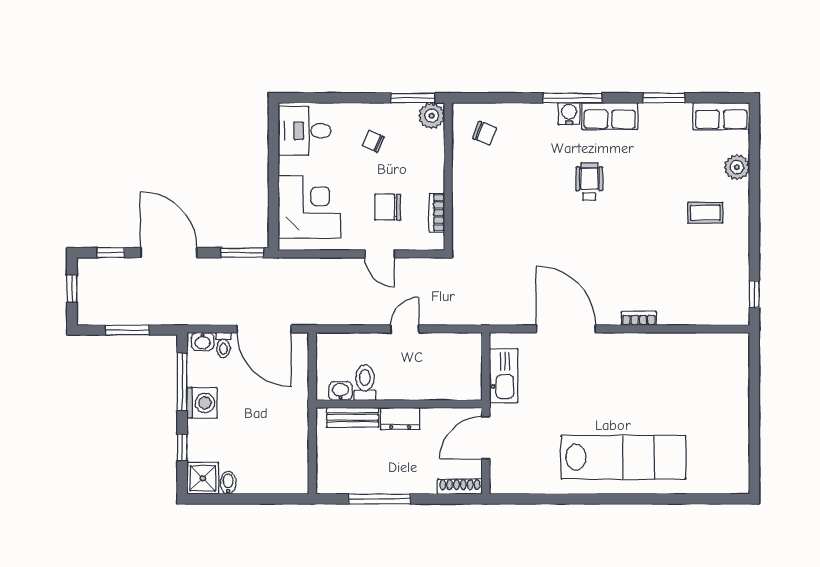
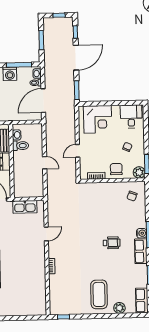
chair: (388, 207) -> (116, 169), moved
coffee table: (705, 213) -> (99, 294), width x1.86, depth x1.72
door: (566, 329) -> (46, 234), width x0.53

